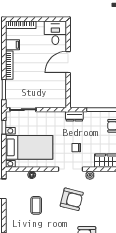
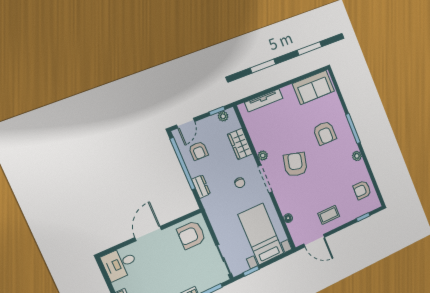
door: (68, 62) -> (148, 234), swing flipped
armchair: (53, 93) -> (191, 235), added
dresser: (74, 116) -> (201, 187), moved
coffee table: (36, 205) -> (329, 215), moved

